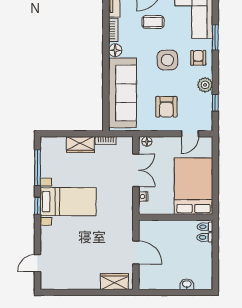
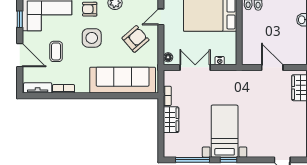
floor lamp: (115, 50) -> (83, 87), removed
armchair: (166, 107) -> (135, 39), turned -41
door: (190, 134) -> (161, 17), swing flipped
door: (136, 252) -> (272, 67), hinge flipped

